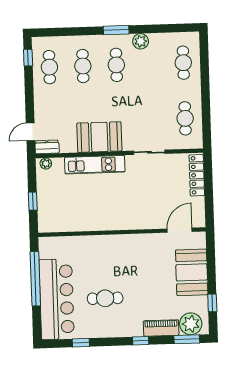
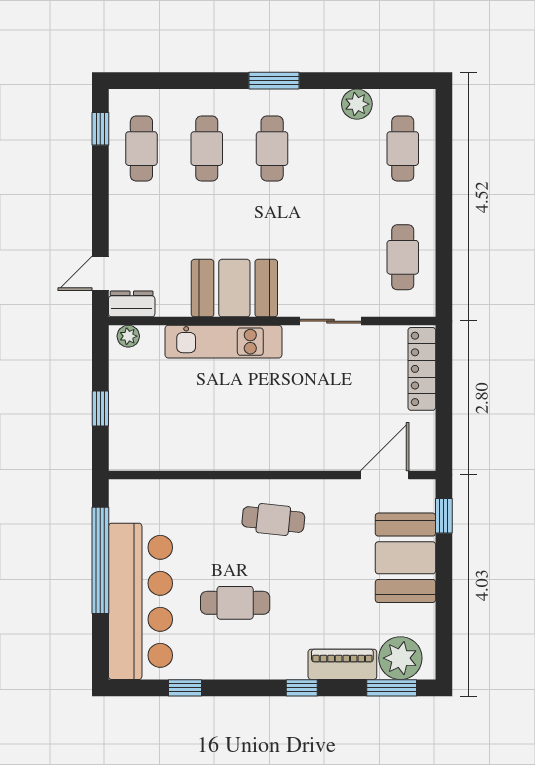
plant: (141, 41) -> (357, 104), moved
cafe table: (123, 255) -> (273, 520), added
window: (212, 303) -> (444, 516), moved

